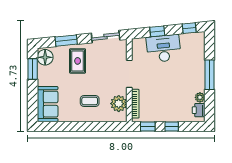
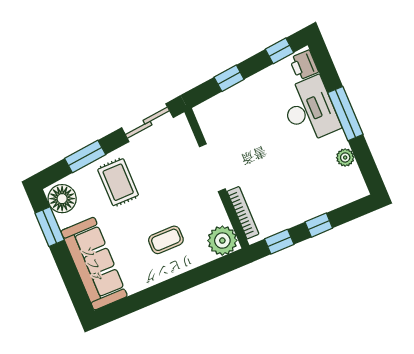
desk: (164, 48) -> (310, 110), moved, turned 96
sofa: (48, 104) -> (94, 264), width x1.36
plant: (119, 104) -> (222, 241), moved
printer: (199, 110) -> (304, 65), moved

